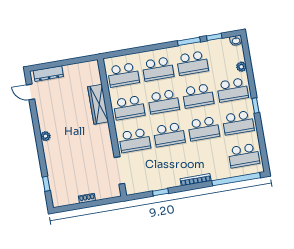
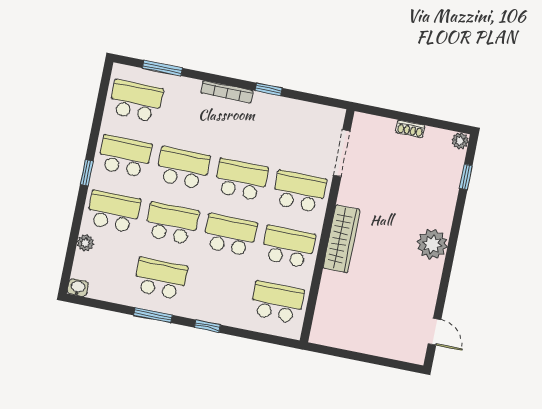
window: (214, 37) -> (207, 326), moved
school desk: (158, 69) -> (219, 290), removed
dresser: (48, 74) -> (395, 350), removed
wardrobe: (98, 104) -> (342, 239), moved
plant: (45, 136) -> (432, 244), width x1.88, depth x1.88
window: (236, 179) -> (162, 68), width x0.47
window: (160, 192) -> (269, 89), moved
plant: (57, 202) -> (460, 141), added

